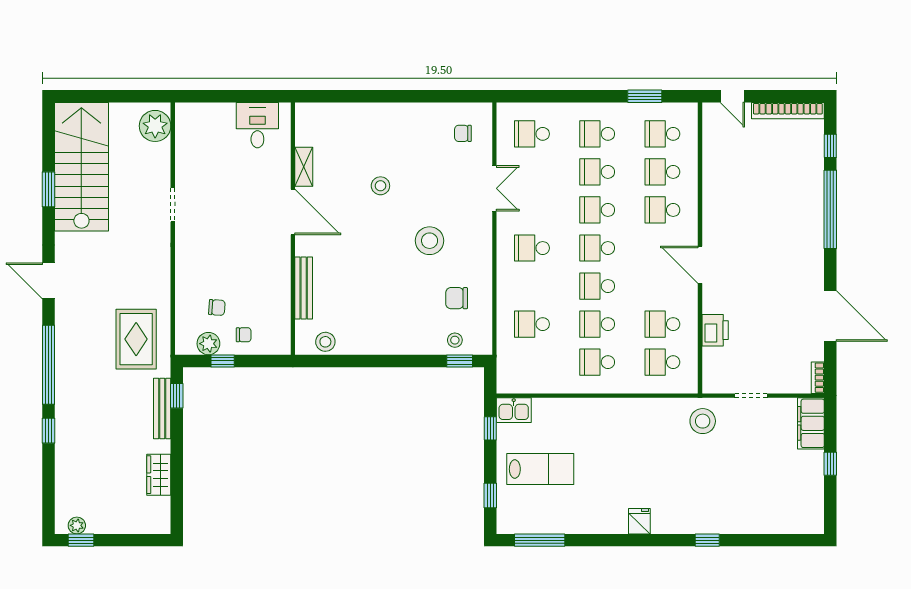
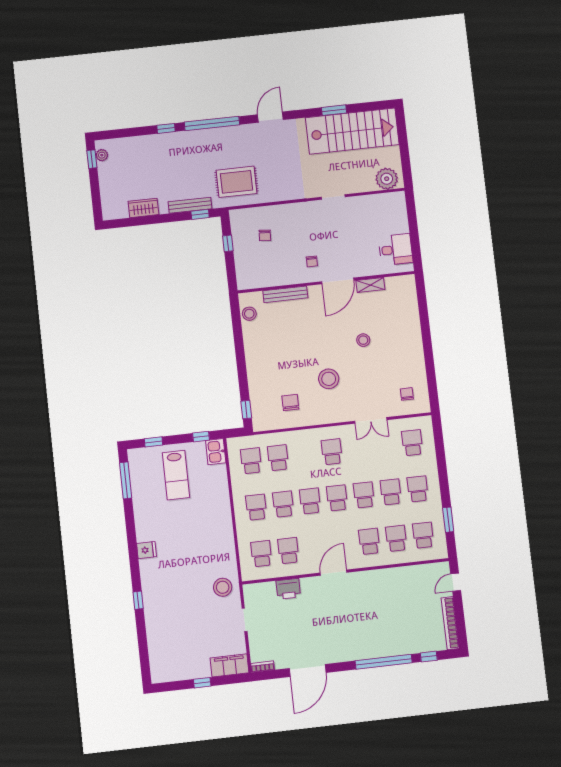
chair: (244, 335) -> (312, 261), moved
stool: (455, 340) -> (261, 405), removed
plant: (208, 344) -> (239, 232), removed
school desk: (532, 362) -> (251, 461), added

